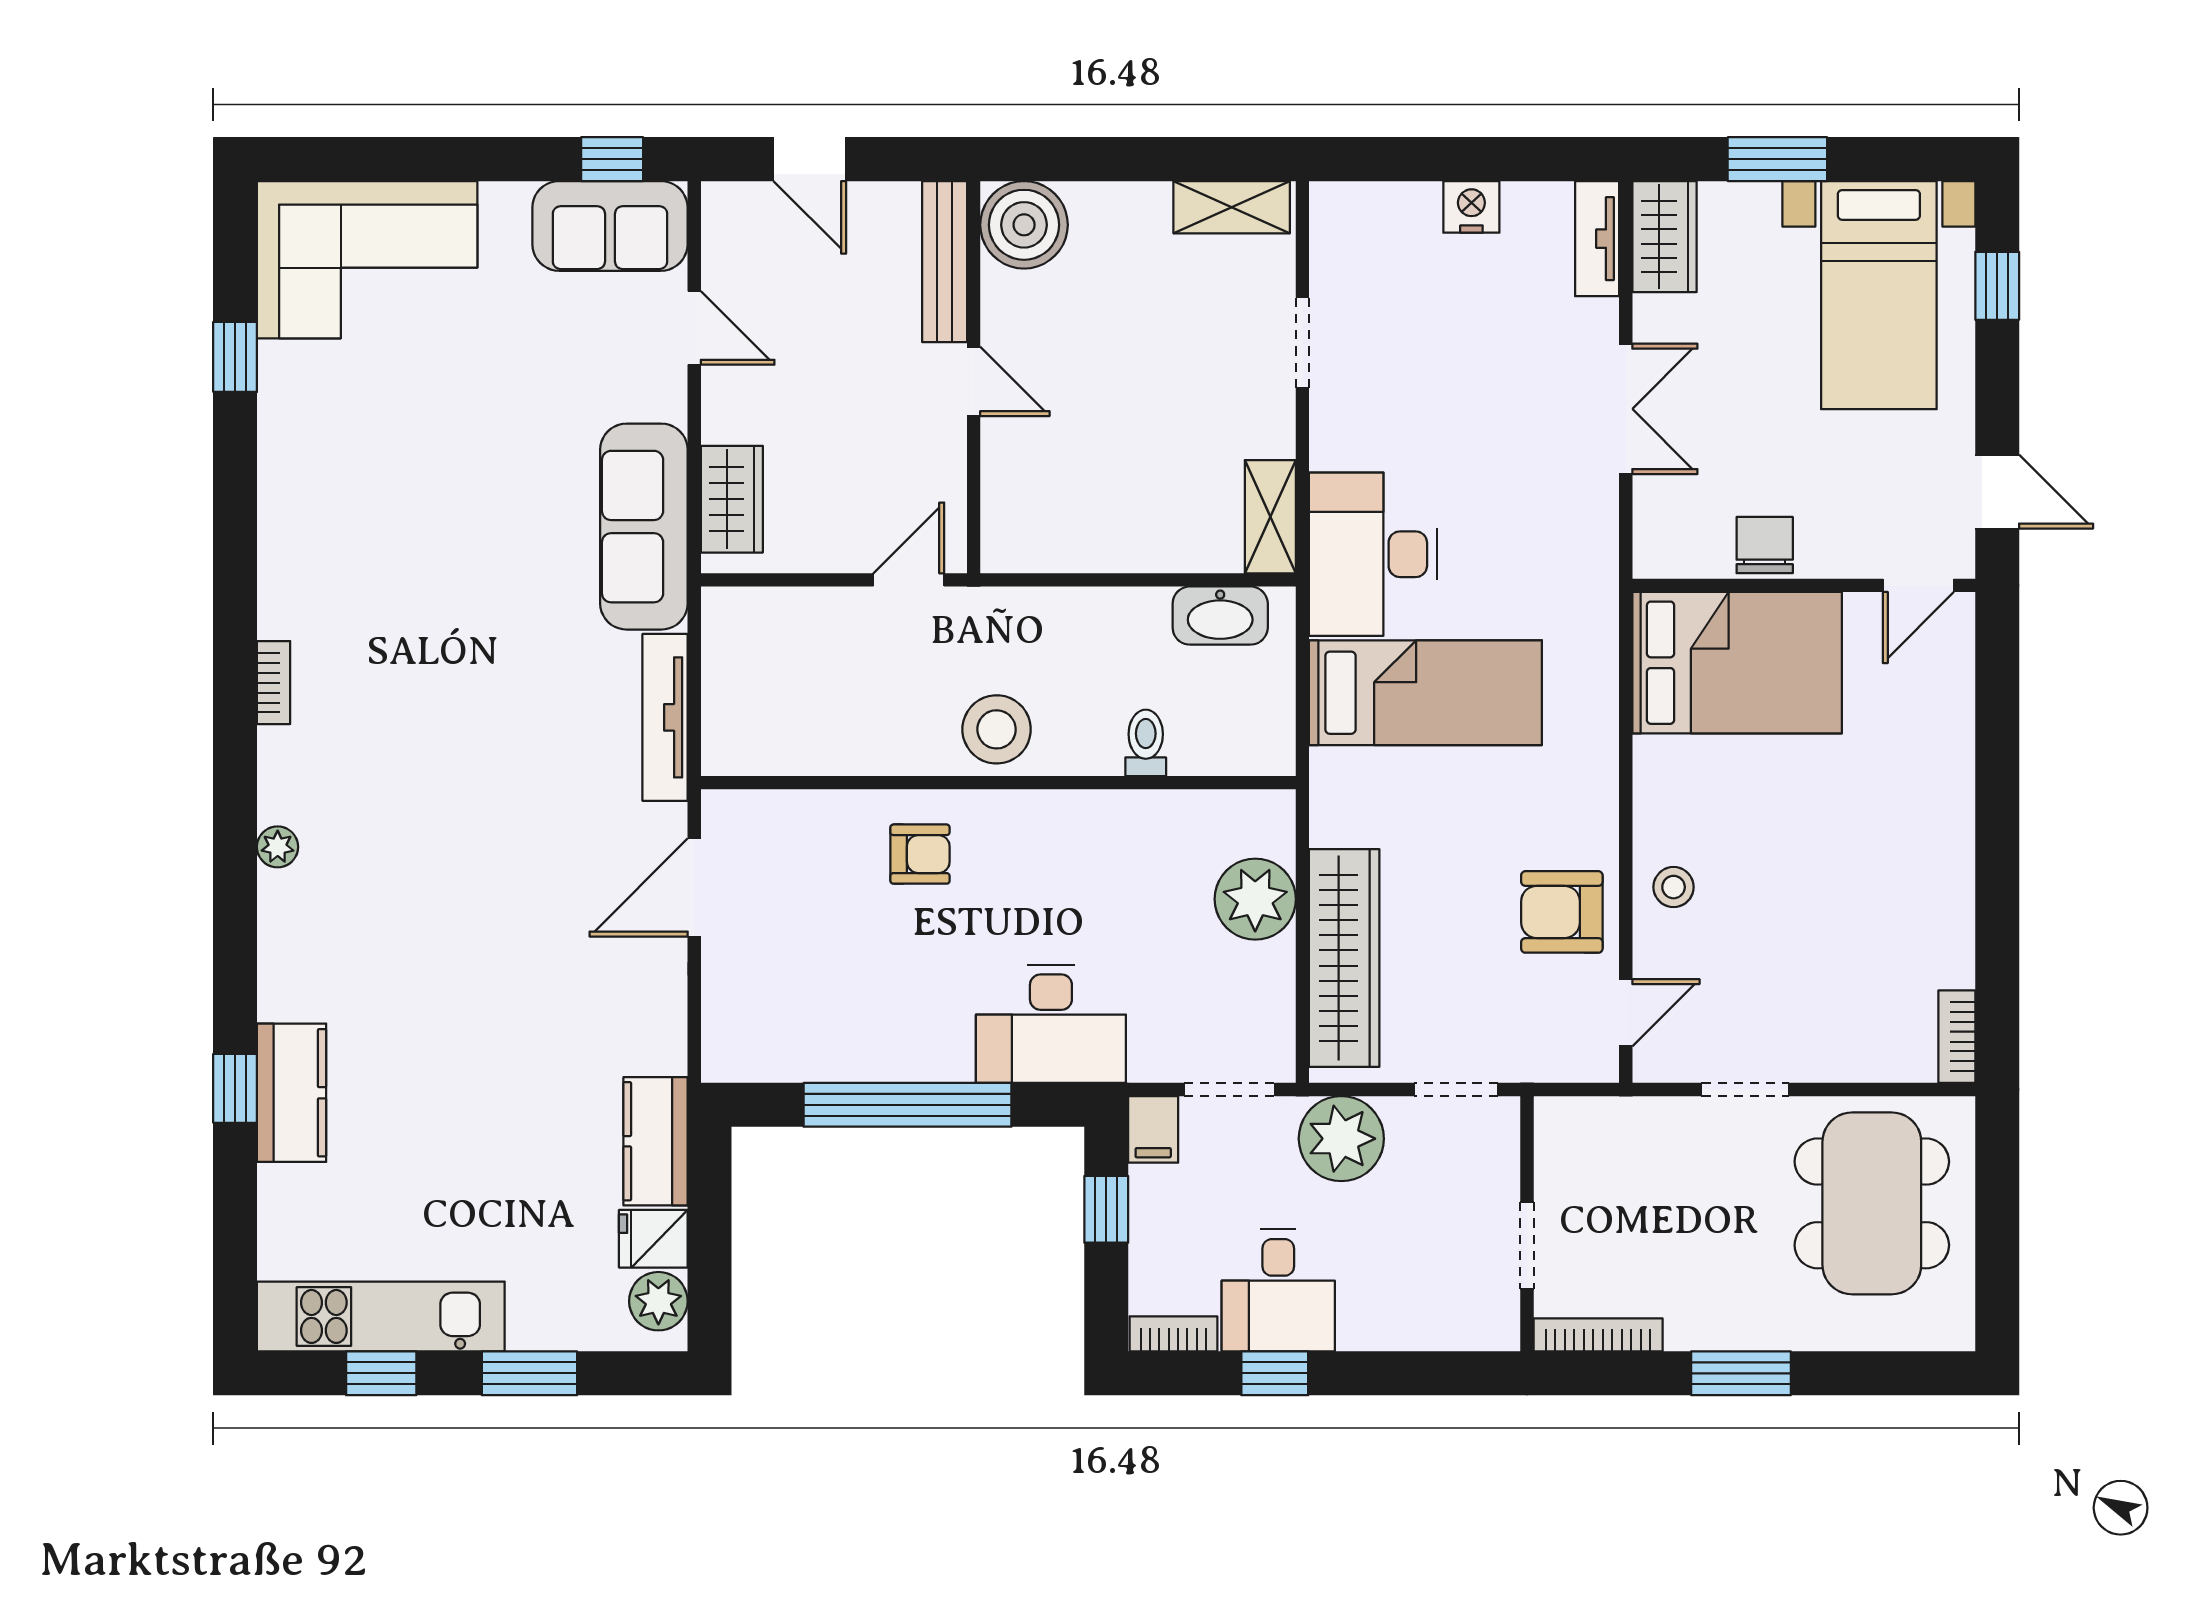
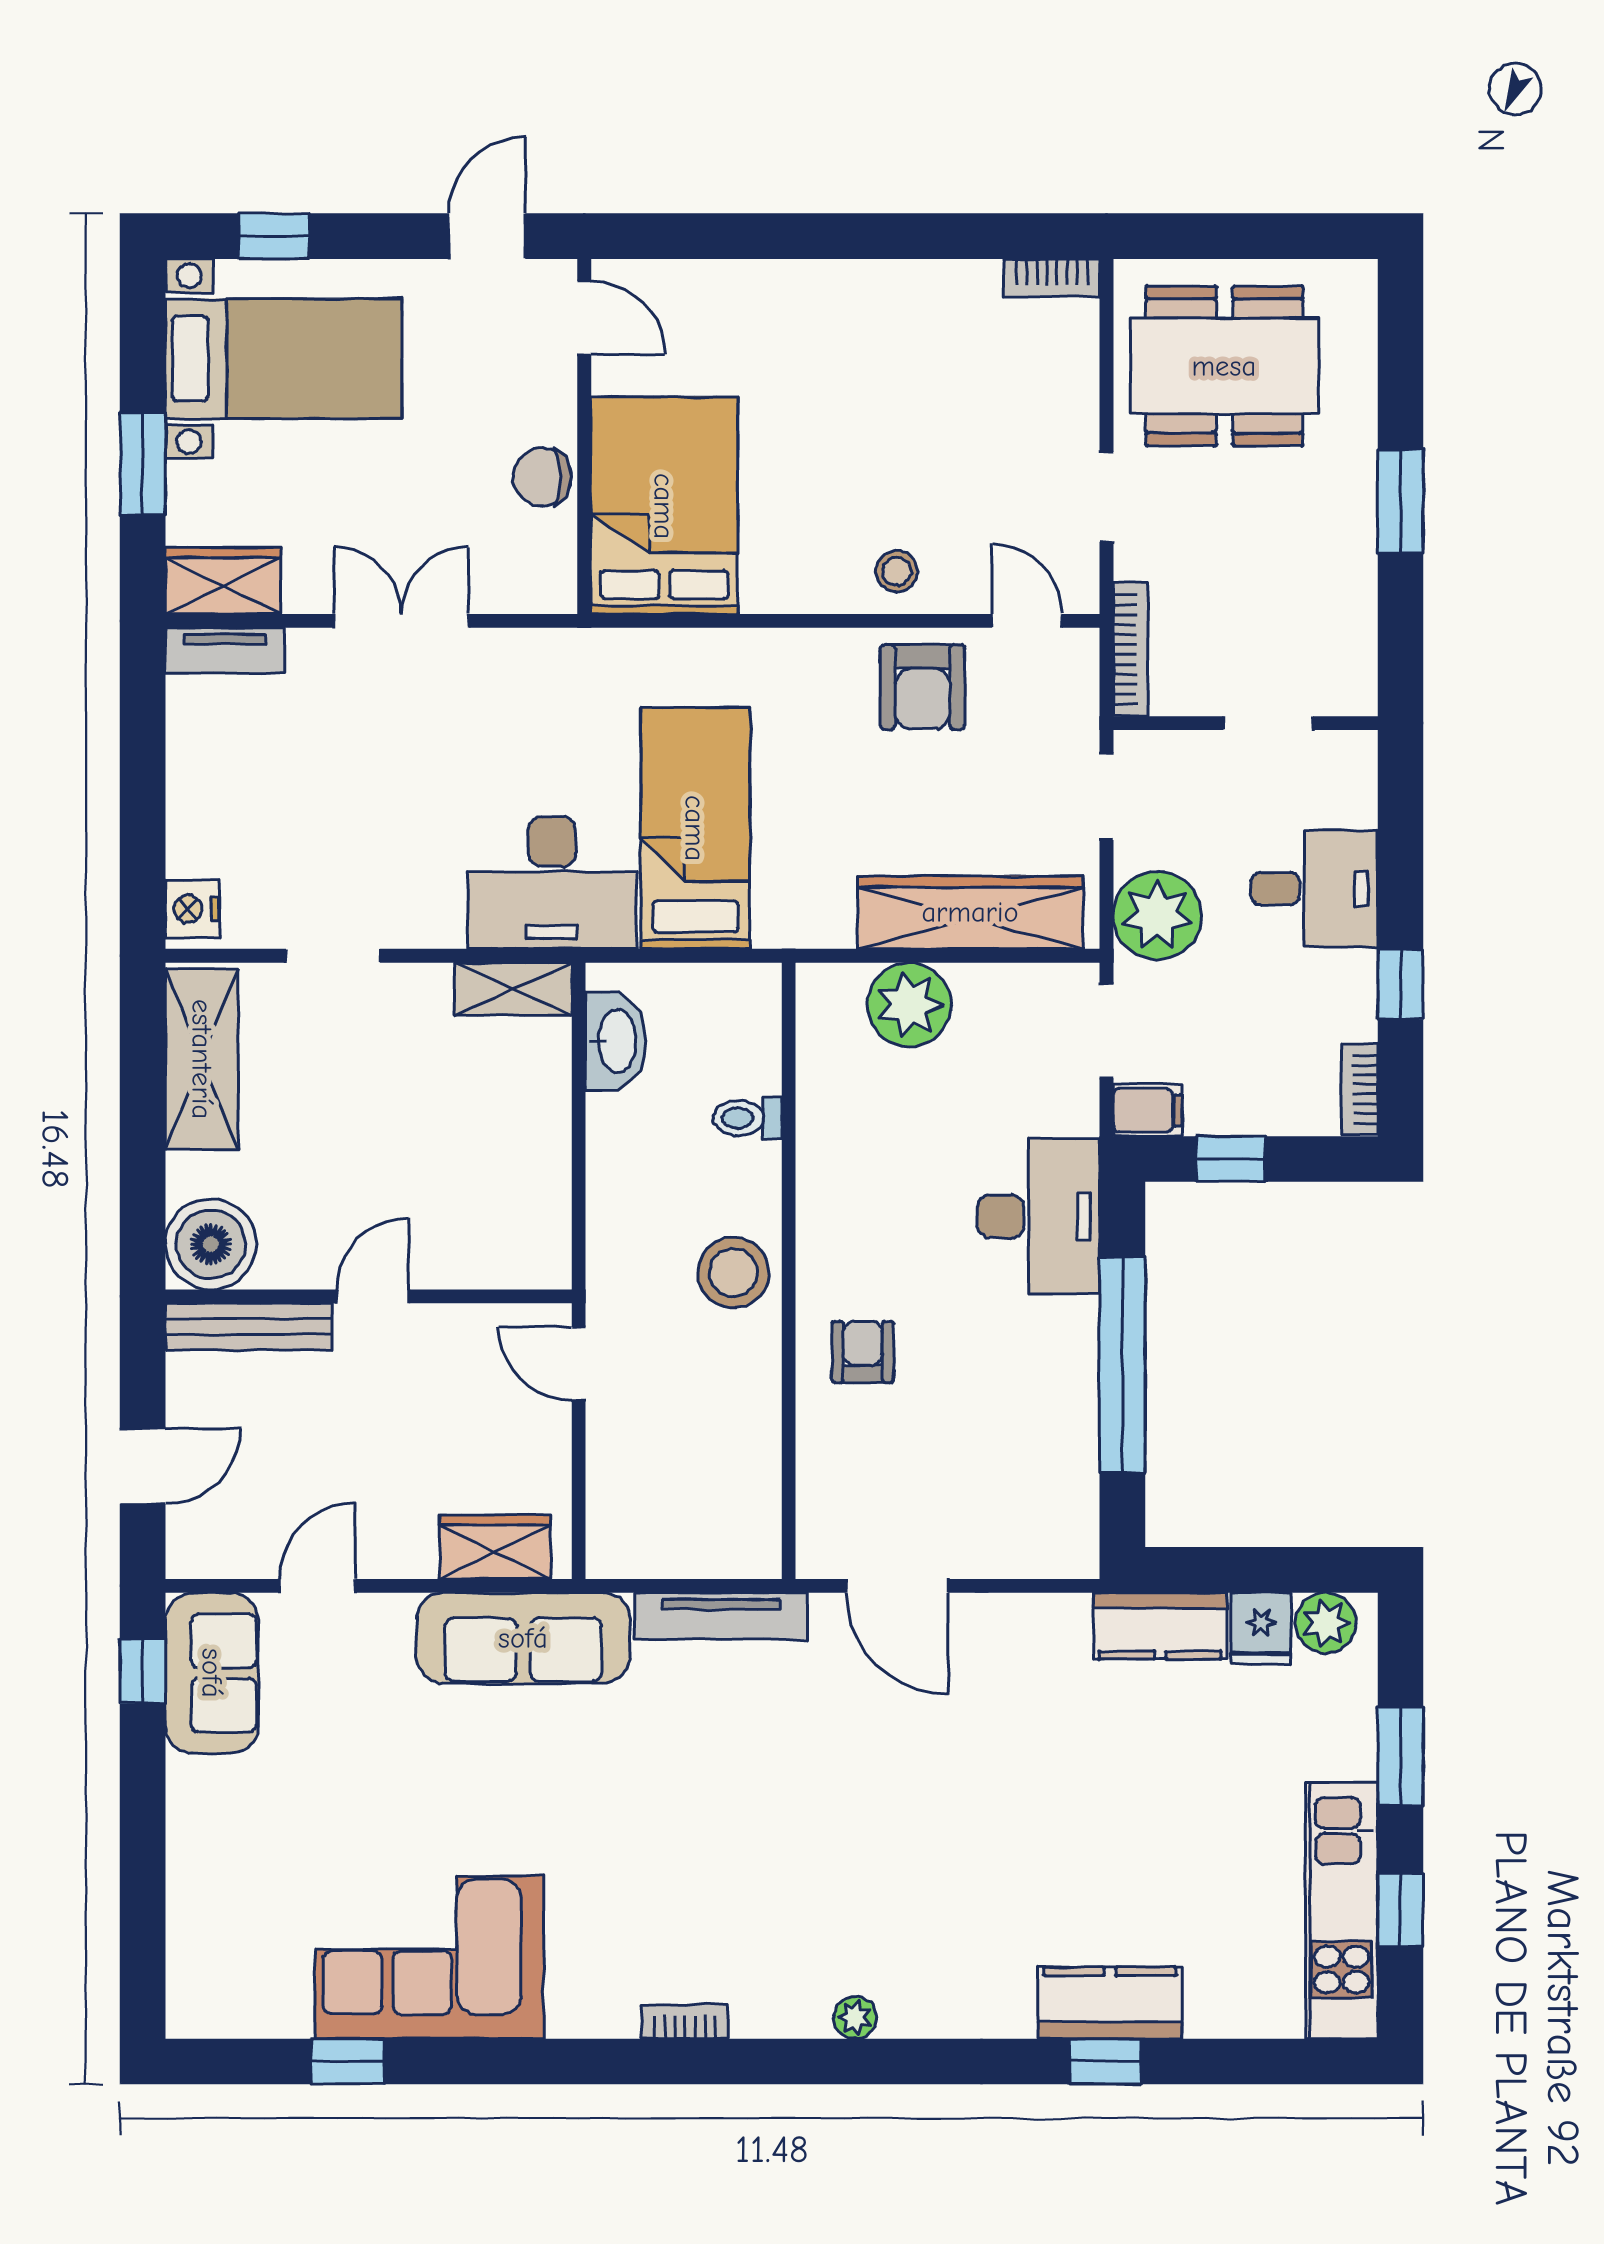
shelving: (1232, 207) -> (202, 1059), width x1.50, depth x1.33
nightstand: (1471, 207) -> (192, 909), moved
corner sofa: (367, 260) -> (430, 1957), moved, turned -90
desk: (1278, 1290) -> (1315, 889), moved
bookcase: (1598, 1335) -> (1130, 649), moved, turned 180

